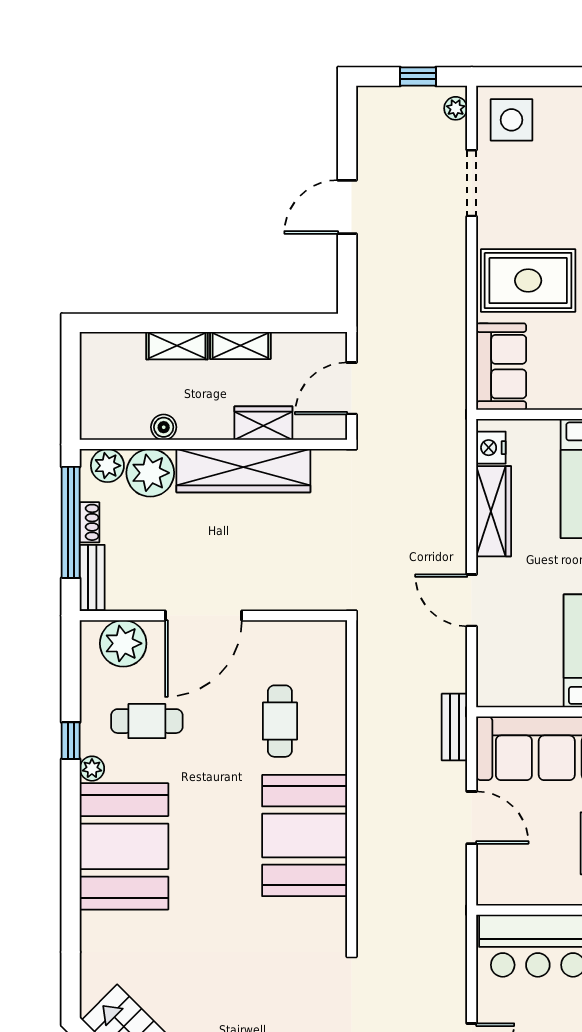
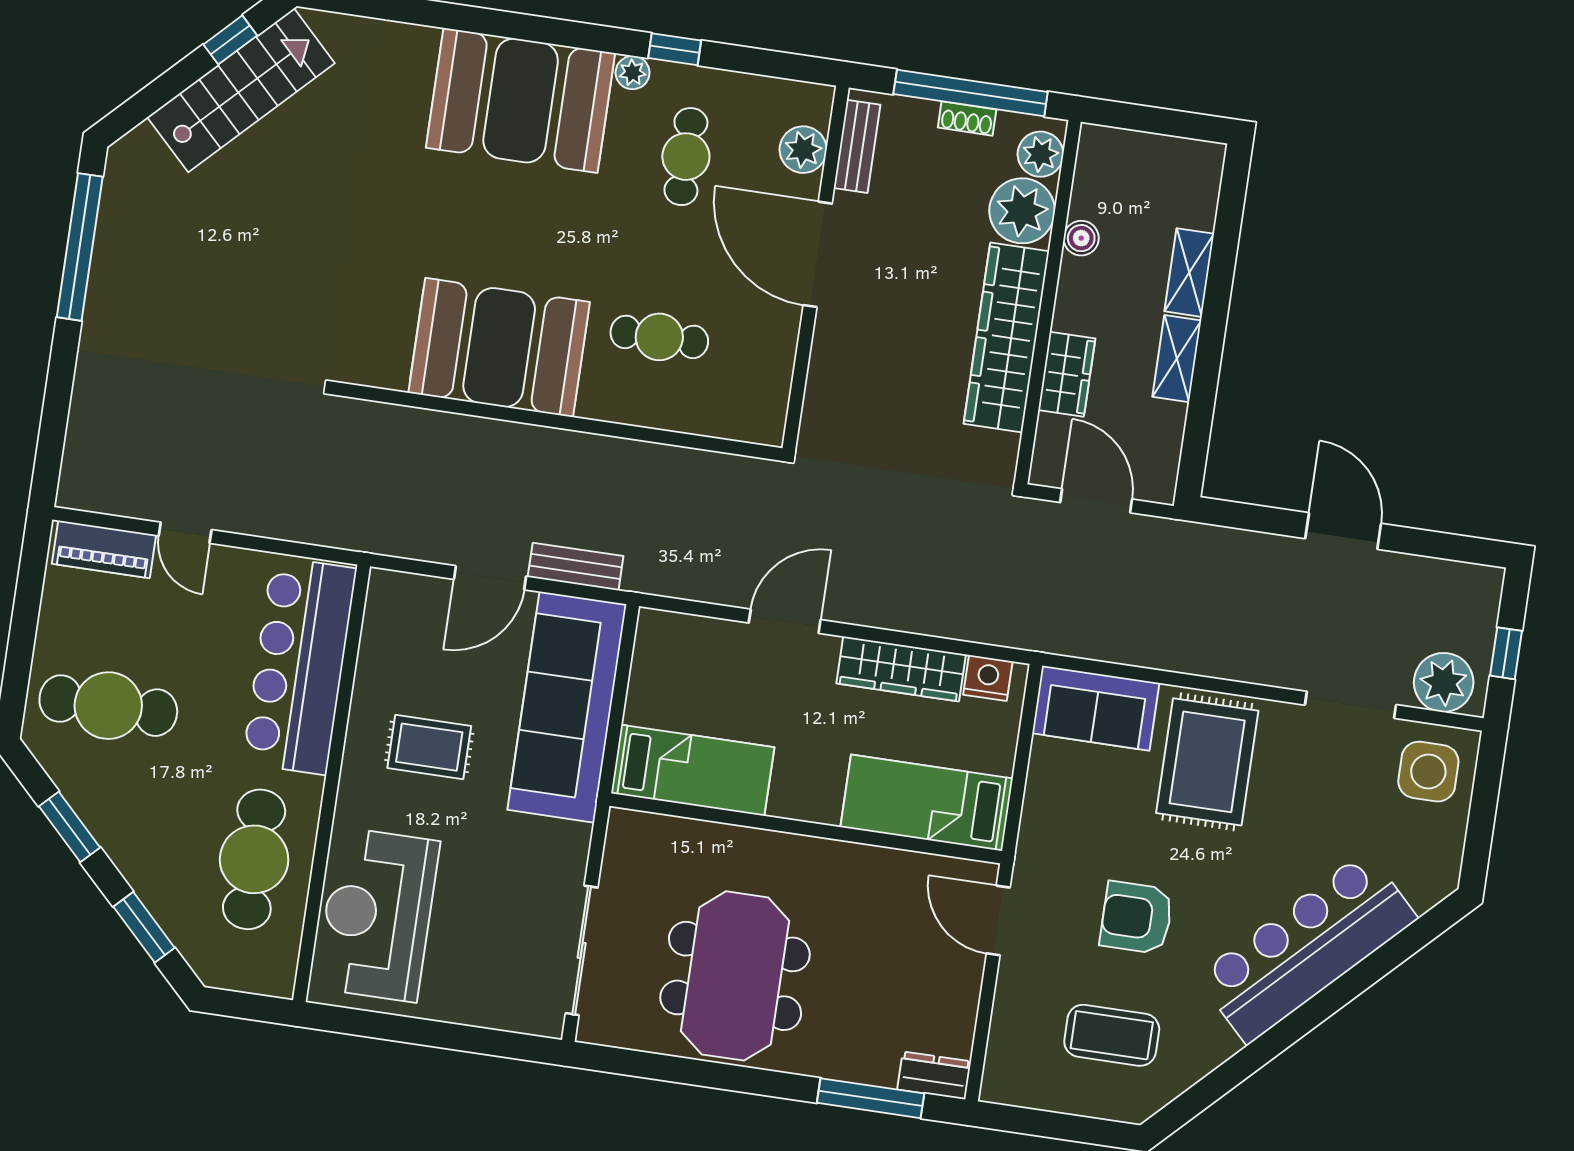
plant: (456, 108) -> (1444, 682), width x1.87, depth x1.87
bench: (92, 577) -> (857, 146), moved, turned 90
plant: (123, 643) -> (803, 150), width x0.73, depth x0.73
bench: (454, 727) -> (576, 566), moved

